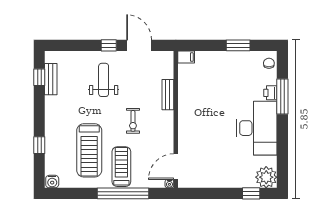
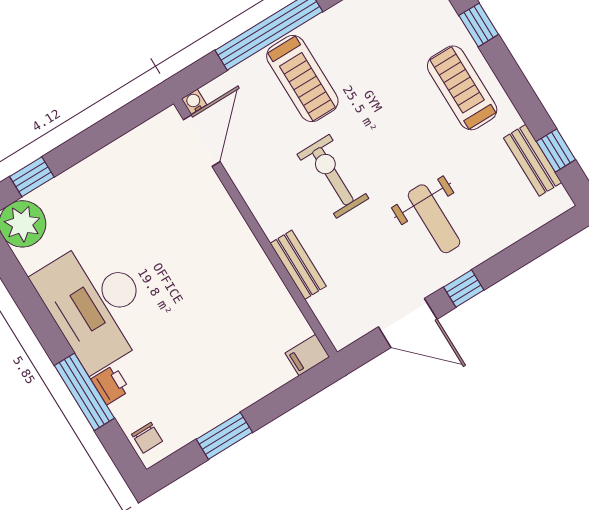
exercise bike: (133, 121) -> (333, 176), width x1.38, depth x1.39
treadmill: (89, 150) -> (462, 88), moved, width x0.73, depth x0.73

